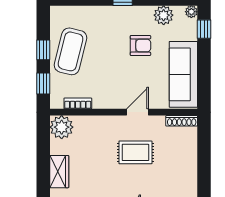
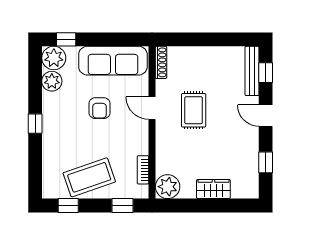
plant: (191, 12) -> (54, 58), width x1.88, depth x1.88
armchair: (140, 46) -> (100, 108), moved, turned 180
window: (43, 50) -> (68, 205), moved
coffee table: (71, 51) -> (89, 177), turned -33

